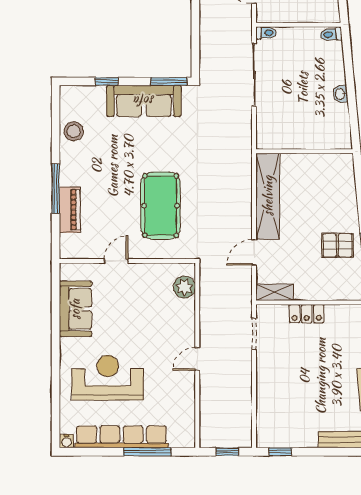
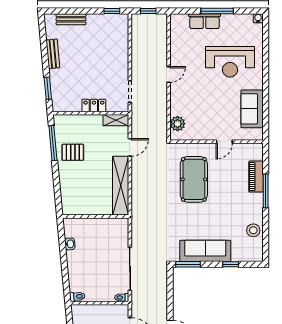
washbasin: (340, 94) -> (70, 244), moved
row of seats: (122, 437) -> (204, 21), width x0.50
window: (147, 452) -> (217, 11), moved

